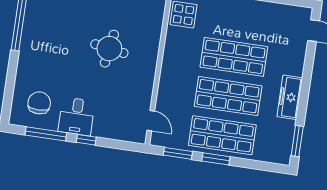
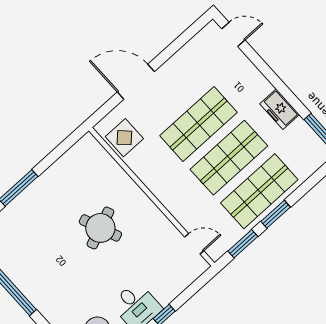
round table: (109, 49) -> (100, 228), turned -31
freezer: (290, 97) -> (280, 109), width x0.71

